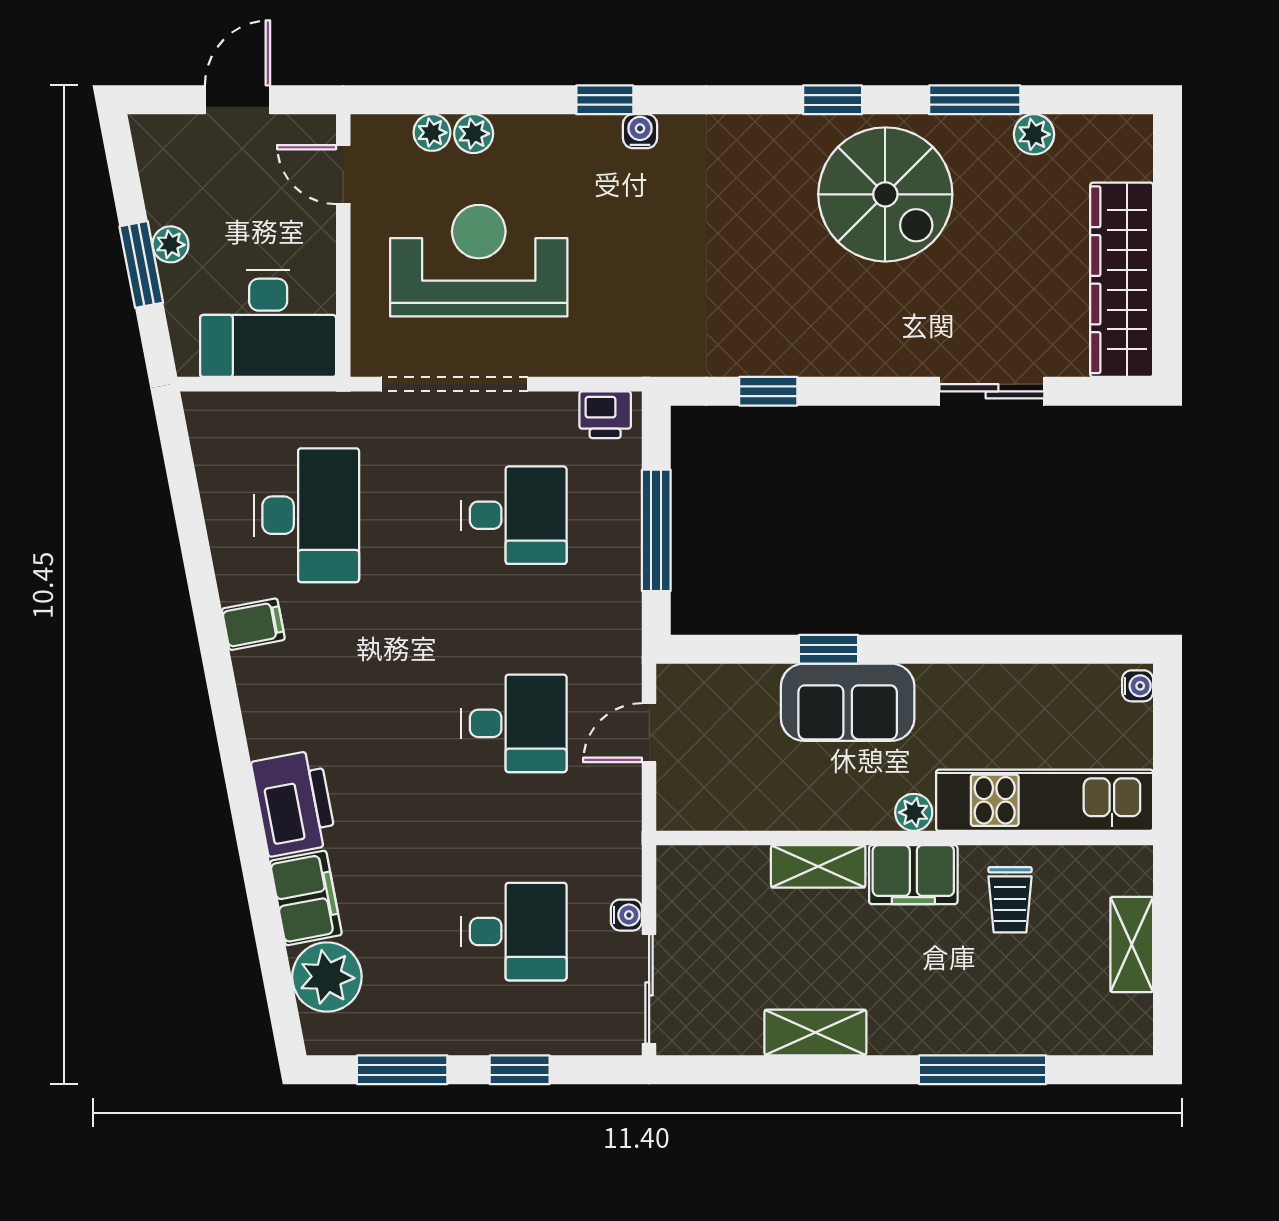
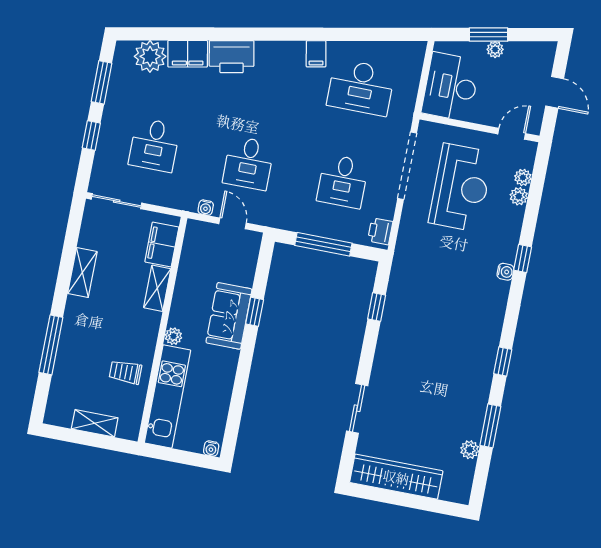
spiral stairs: (885, 194) -> (455, 377), removed
filing cabinet: (913, 875) -> (162, 244), moved
water cooler: (626, 915) -> (206, 208), moved

